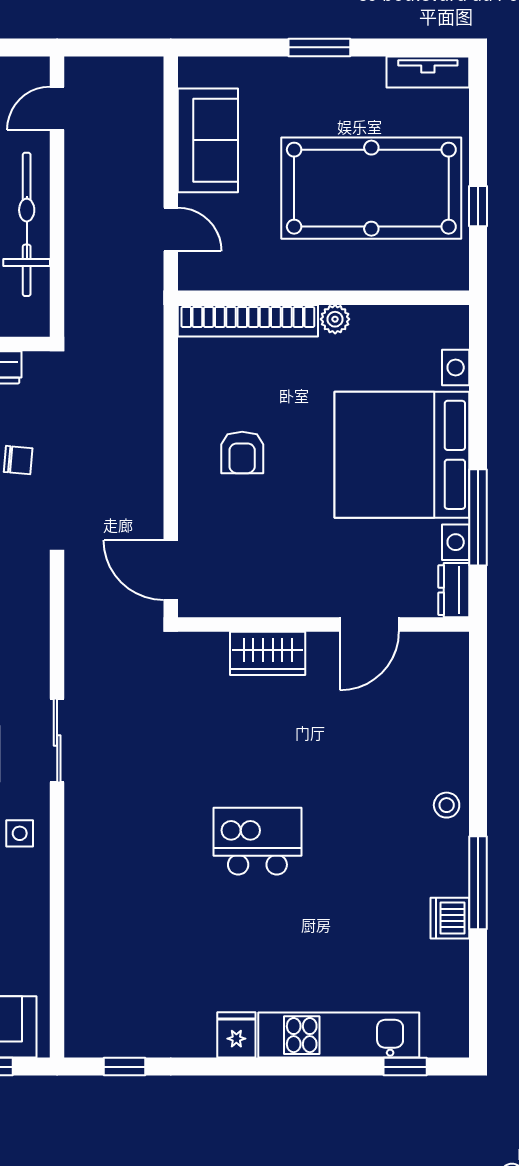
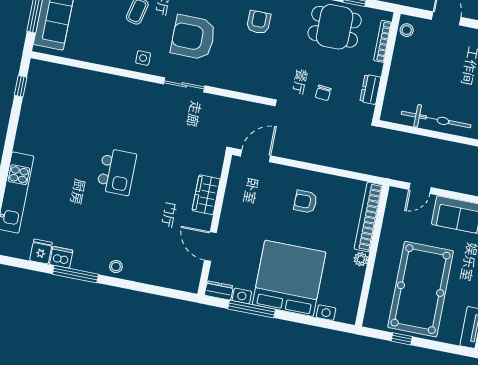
fridge: (236, 1035) -> (41, 252), moved, turned -90

